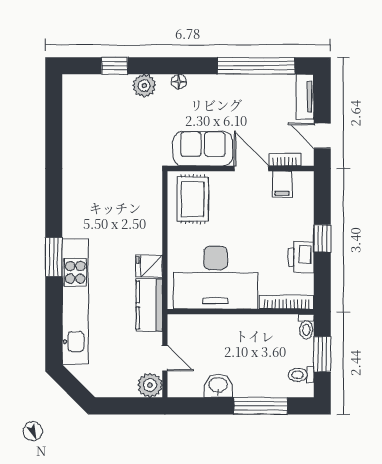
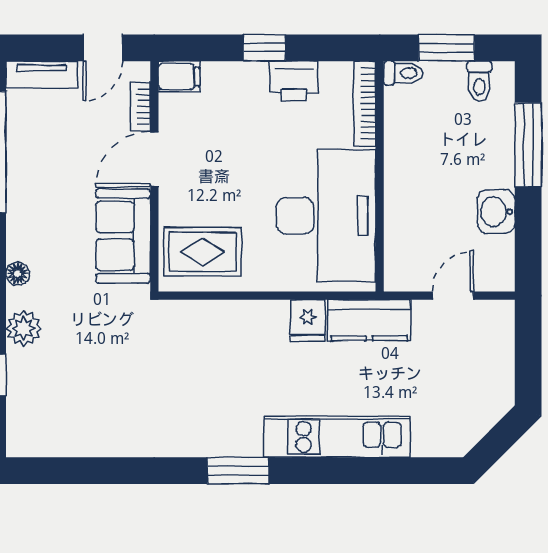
filing cabinet: (282, 184) -> (179, 77), moved
window: (54, 257) -> (238, 471), moved
kitchen unit: (75, 301) -> (337, 437), width x0.73
plant: (150, 385) -> (495, 319), removed

